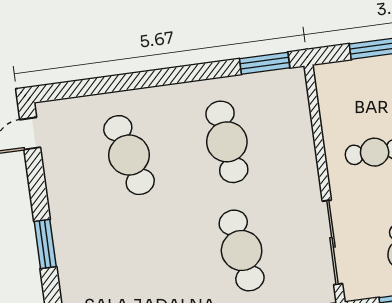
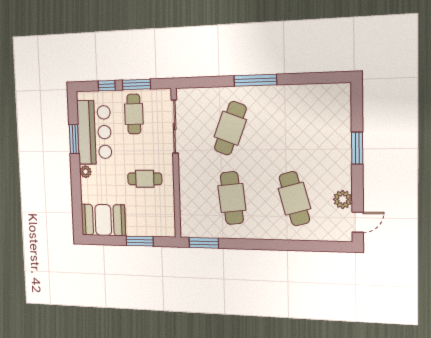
plant: (57, 164) -> (343, 199), added
cafe table: (242, 250) -> (230, 128), turned 30

